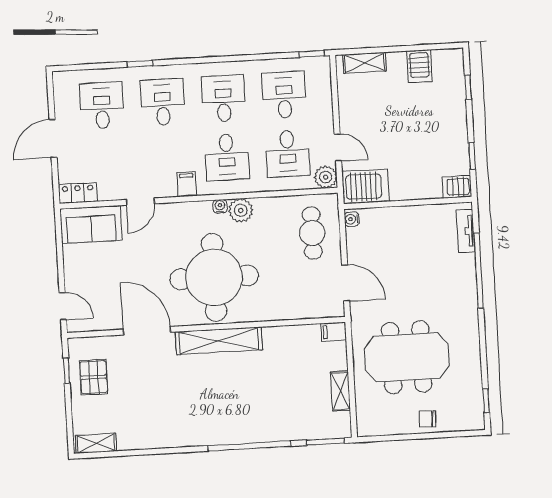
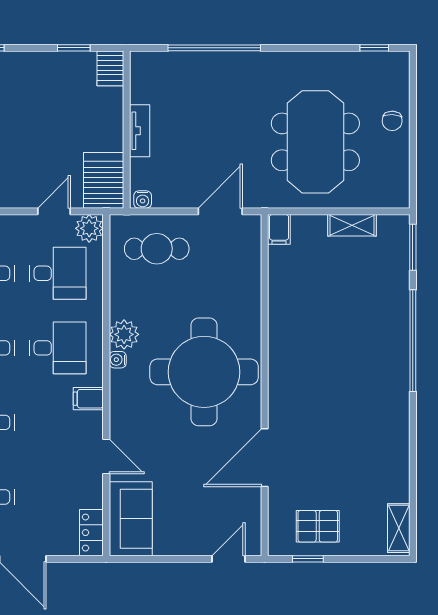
tv unit: (466, 231) -> (140, 131), moved, turned -90
shelving: (219, 341) -> (282, 370), removed

